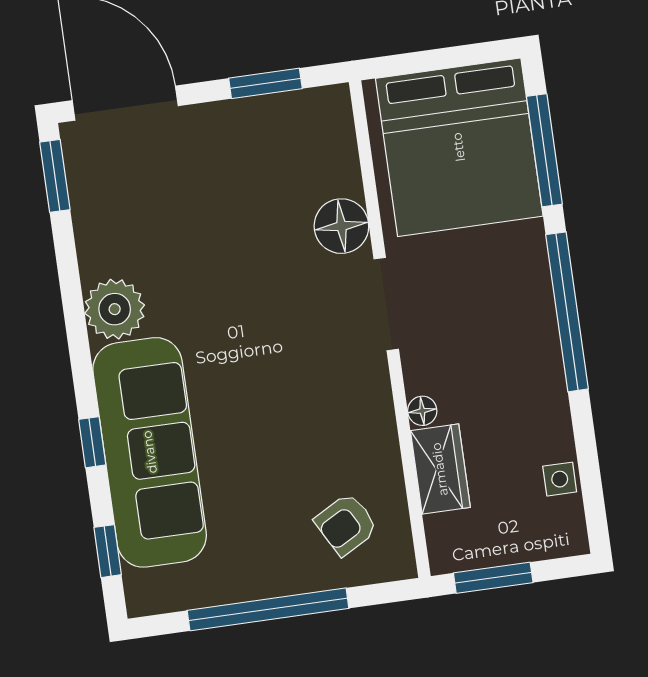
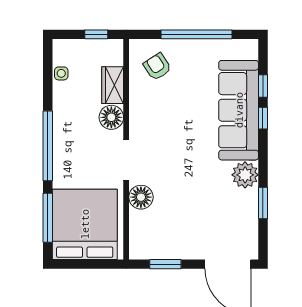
window: (55, 176) -> (263, 203), moved
floor lamp: (422, 411) -> (111, 117), width x1.89, depth x1.89
armchair: (346, 524) -> (157, 67), turned -94
window: (108, 551) -> (263, 86), moved
window: (493, 578) -> (96, 34), width x0.67

